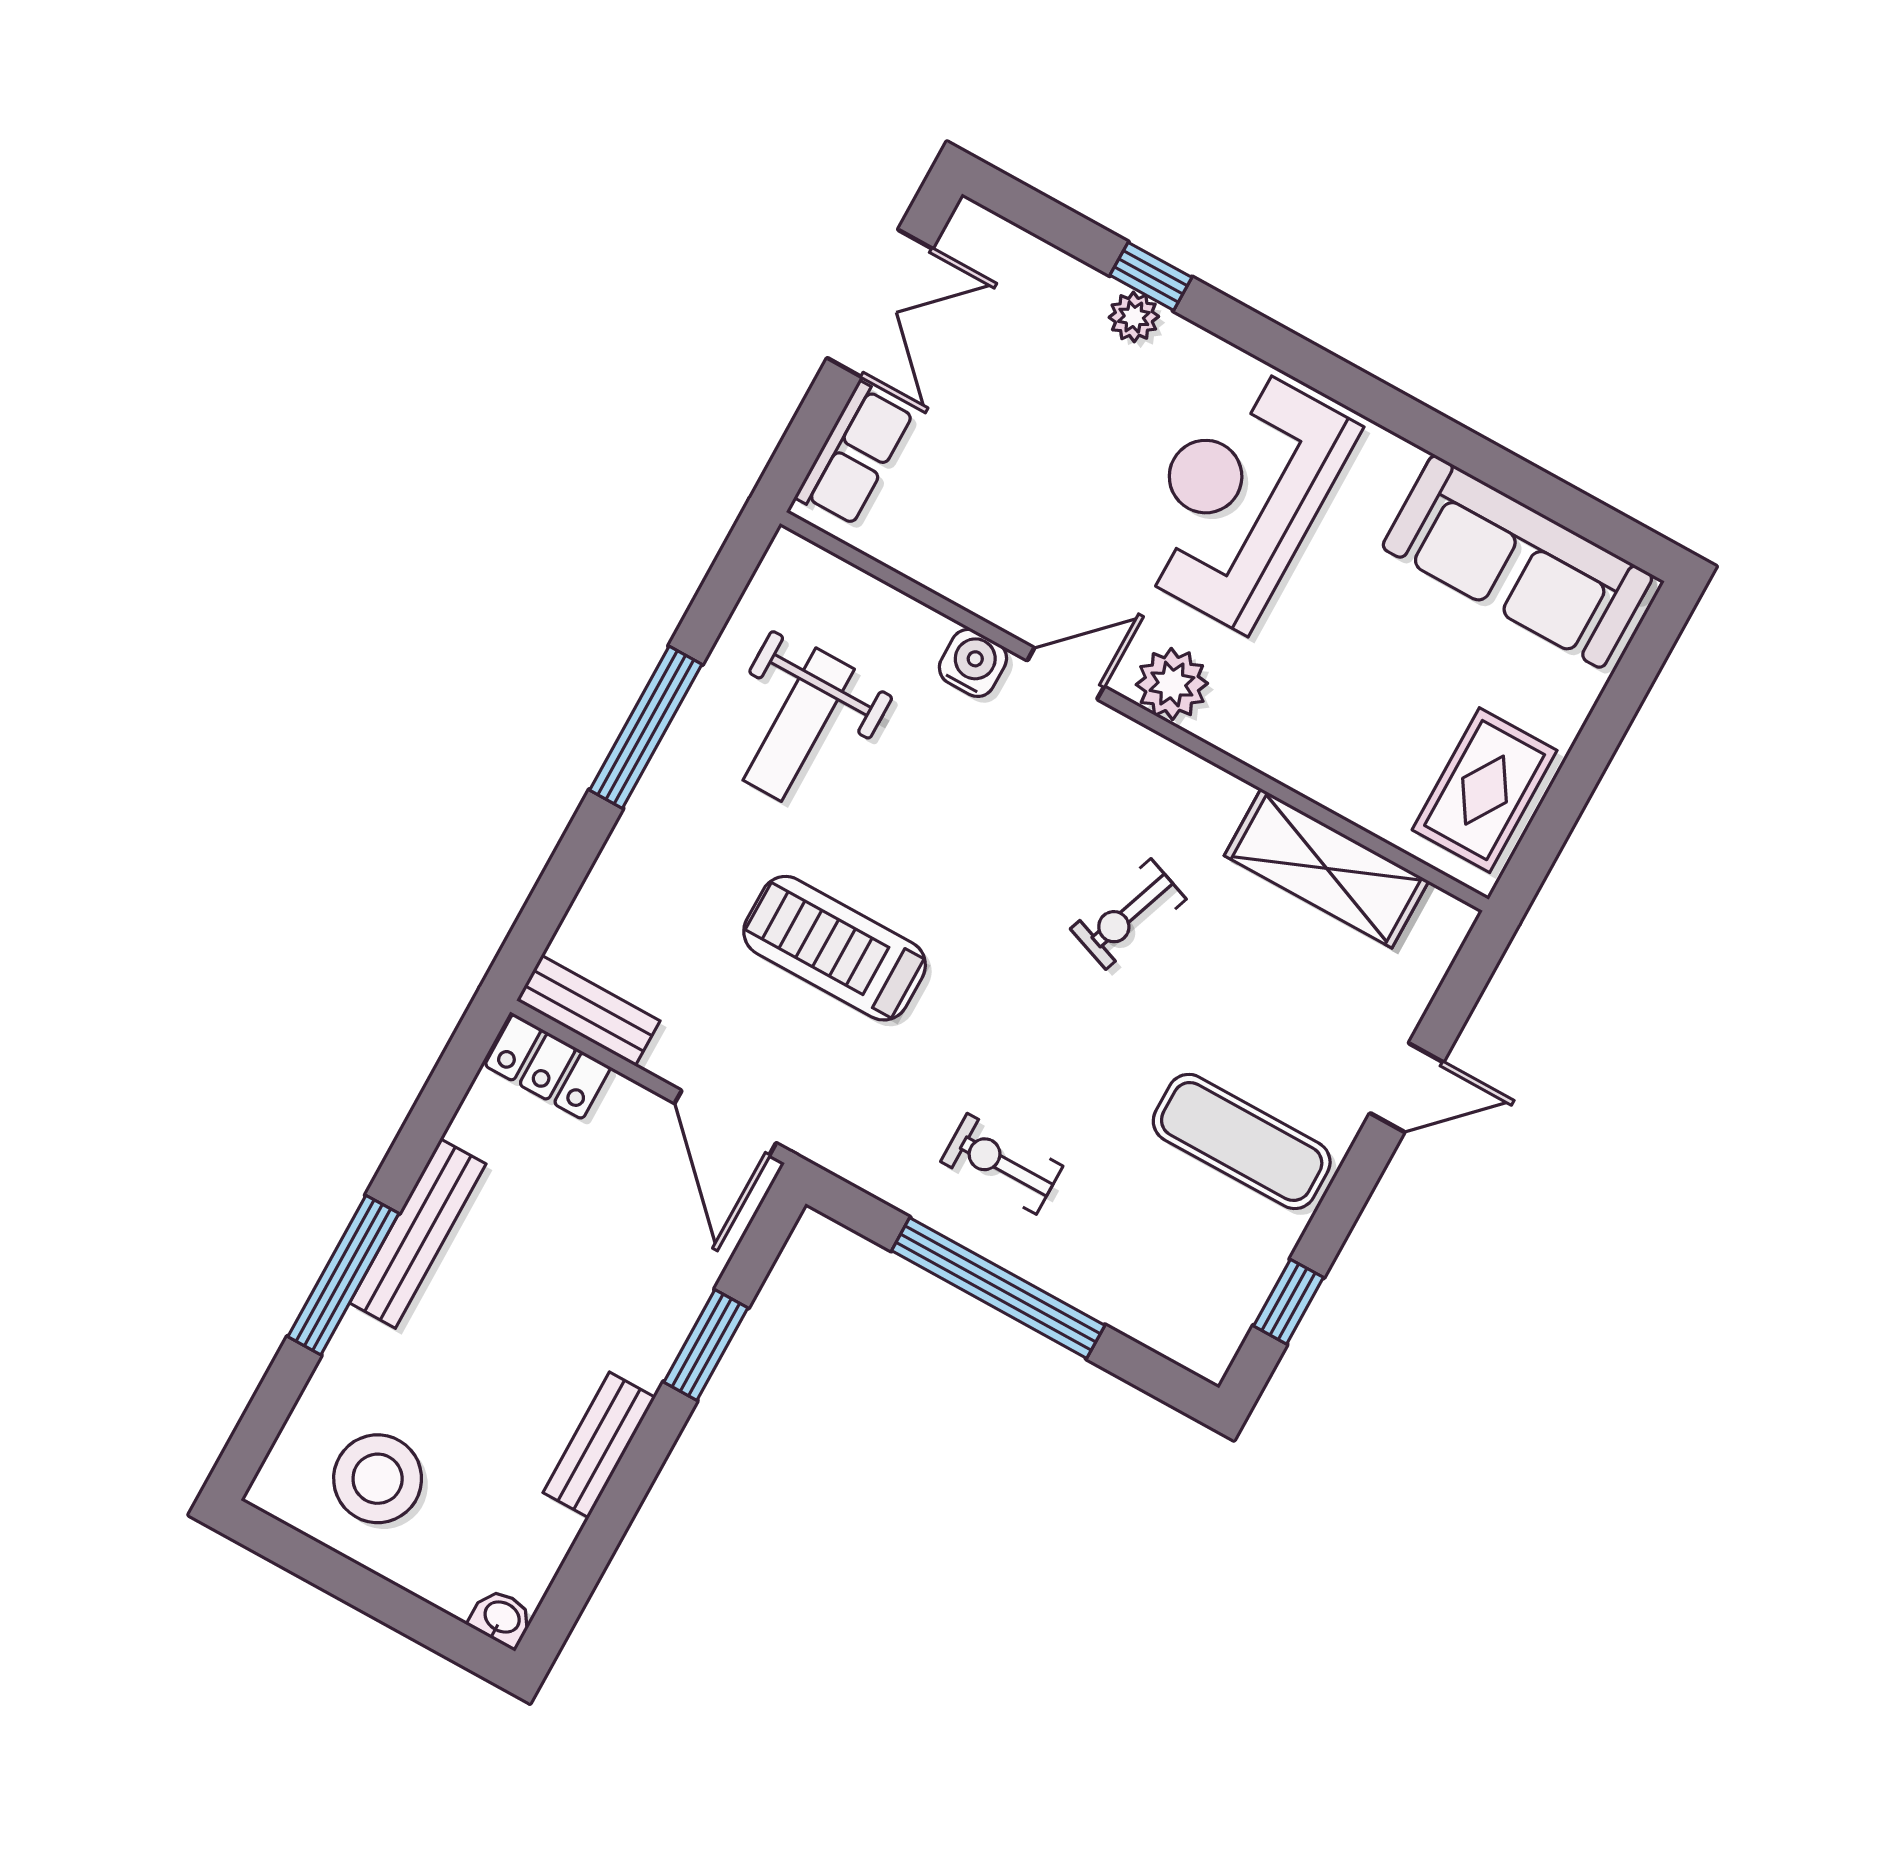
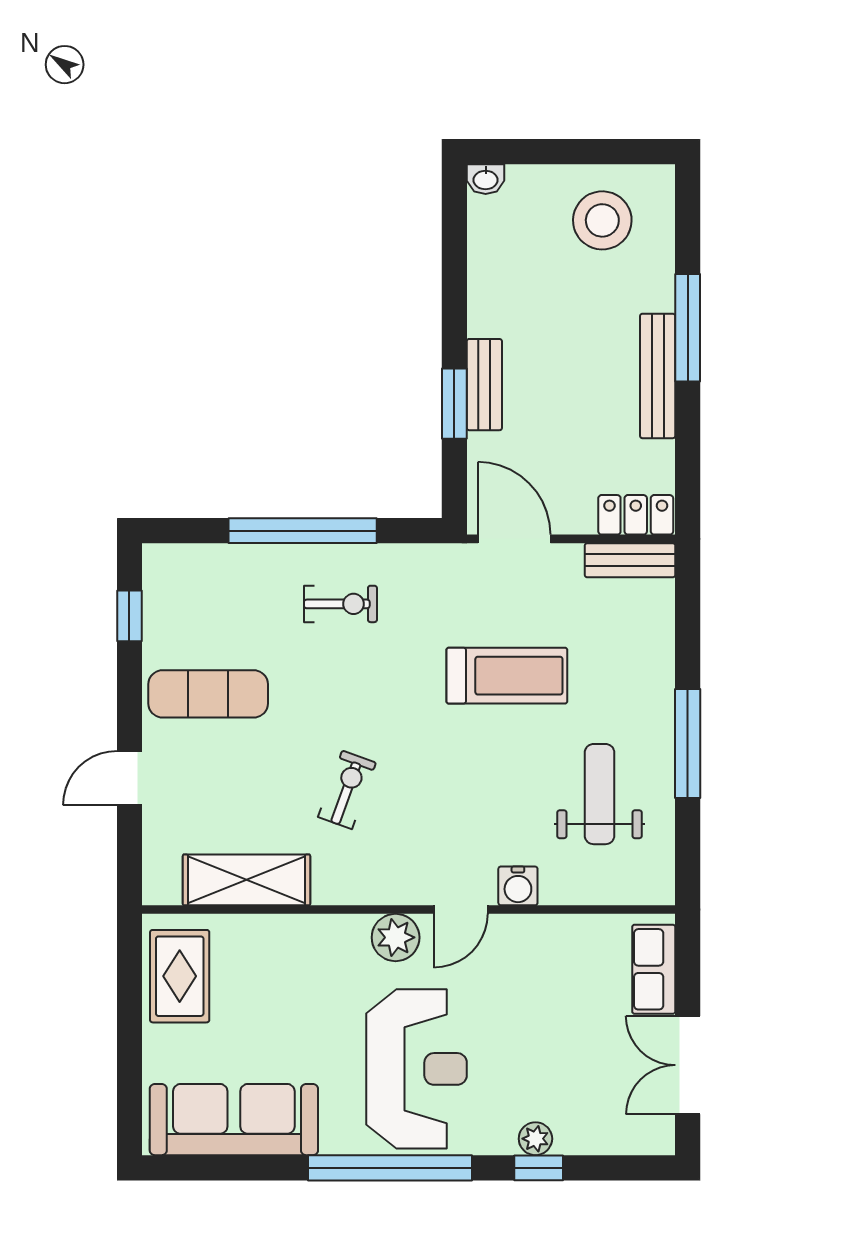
window: (1347, 385) -> (390, 1168), added
bench: (599, 1445) -> (484, 385), moved

